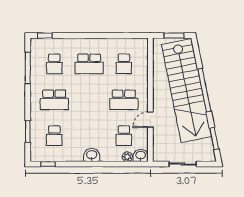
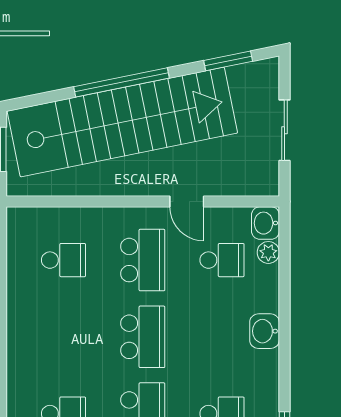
school desk: (89, 64) -> (143, 337), moved

